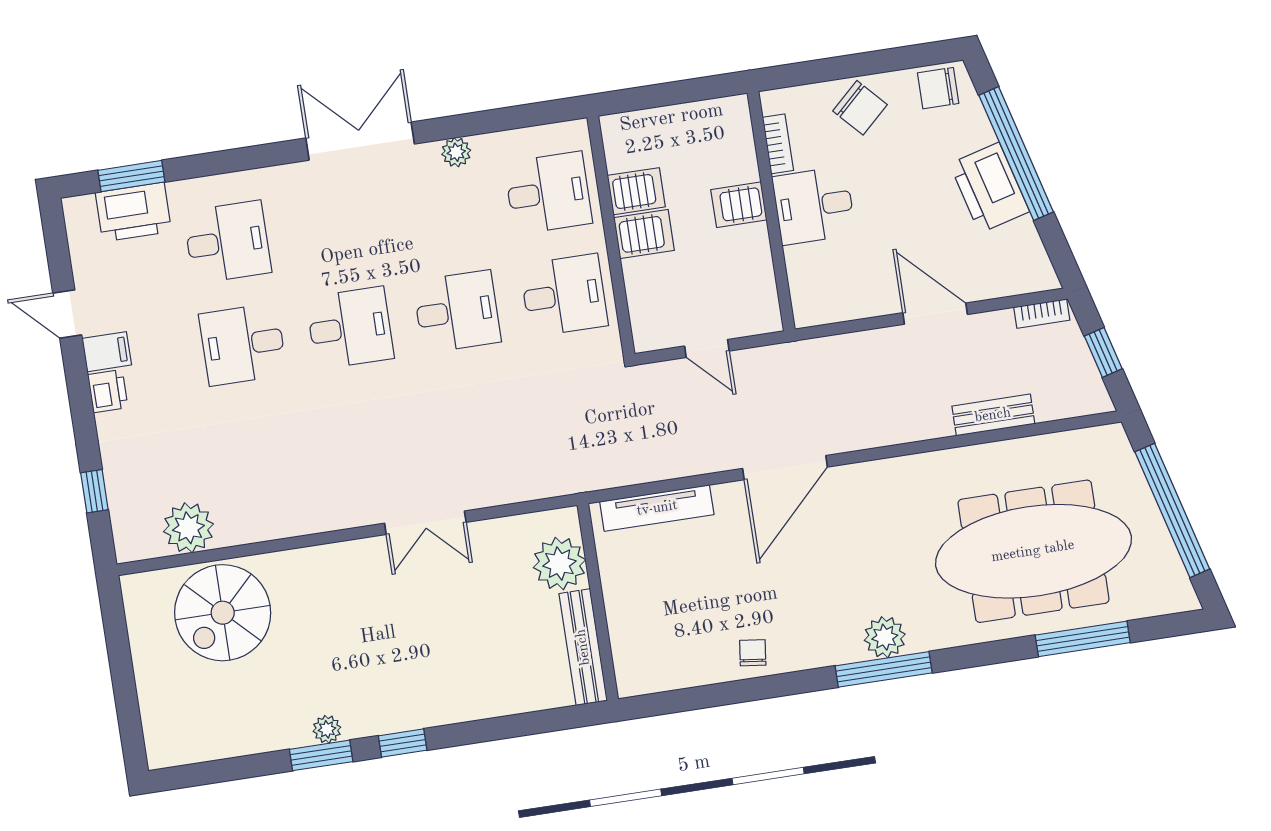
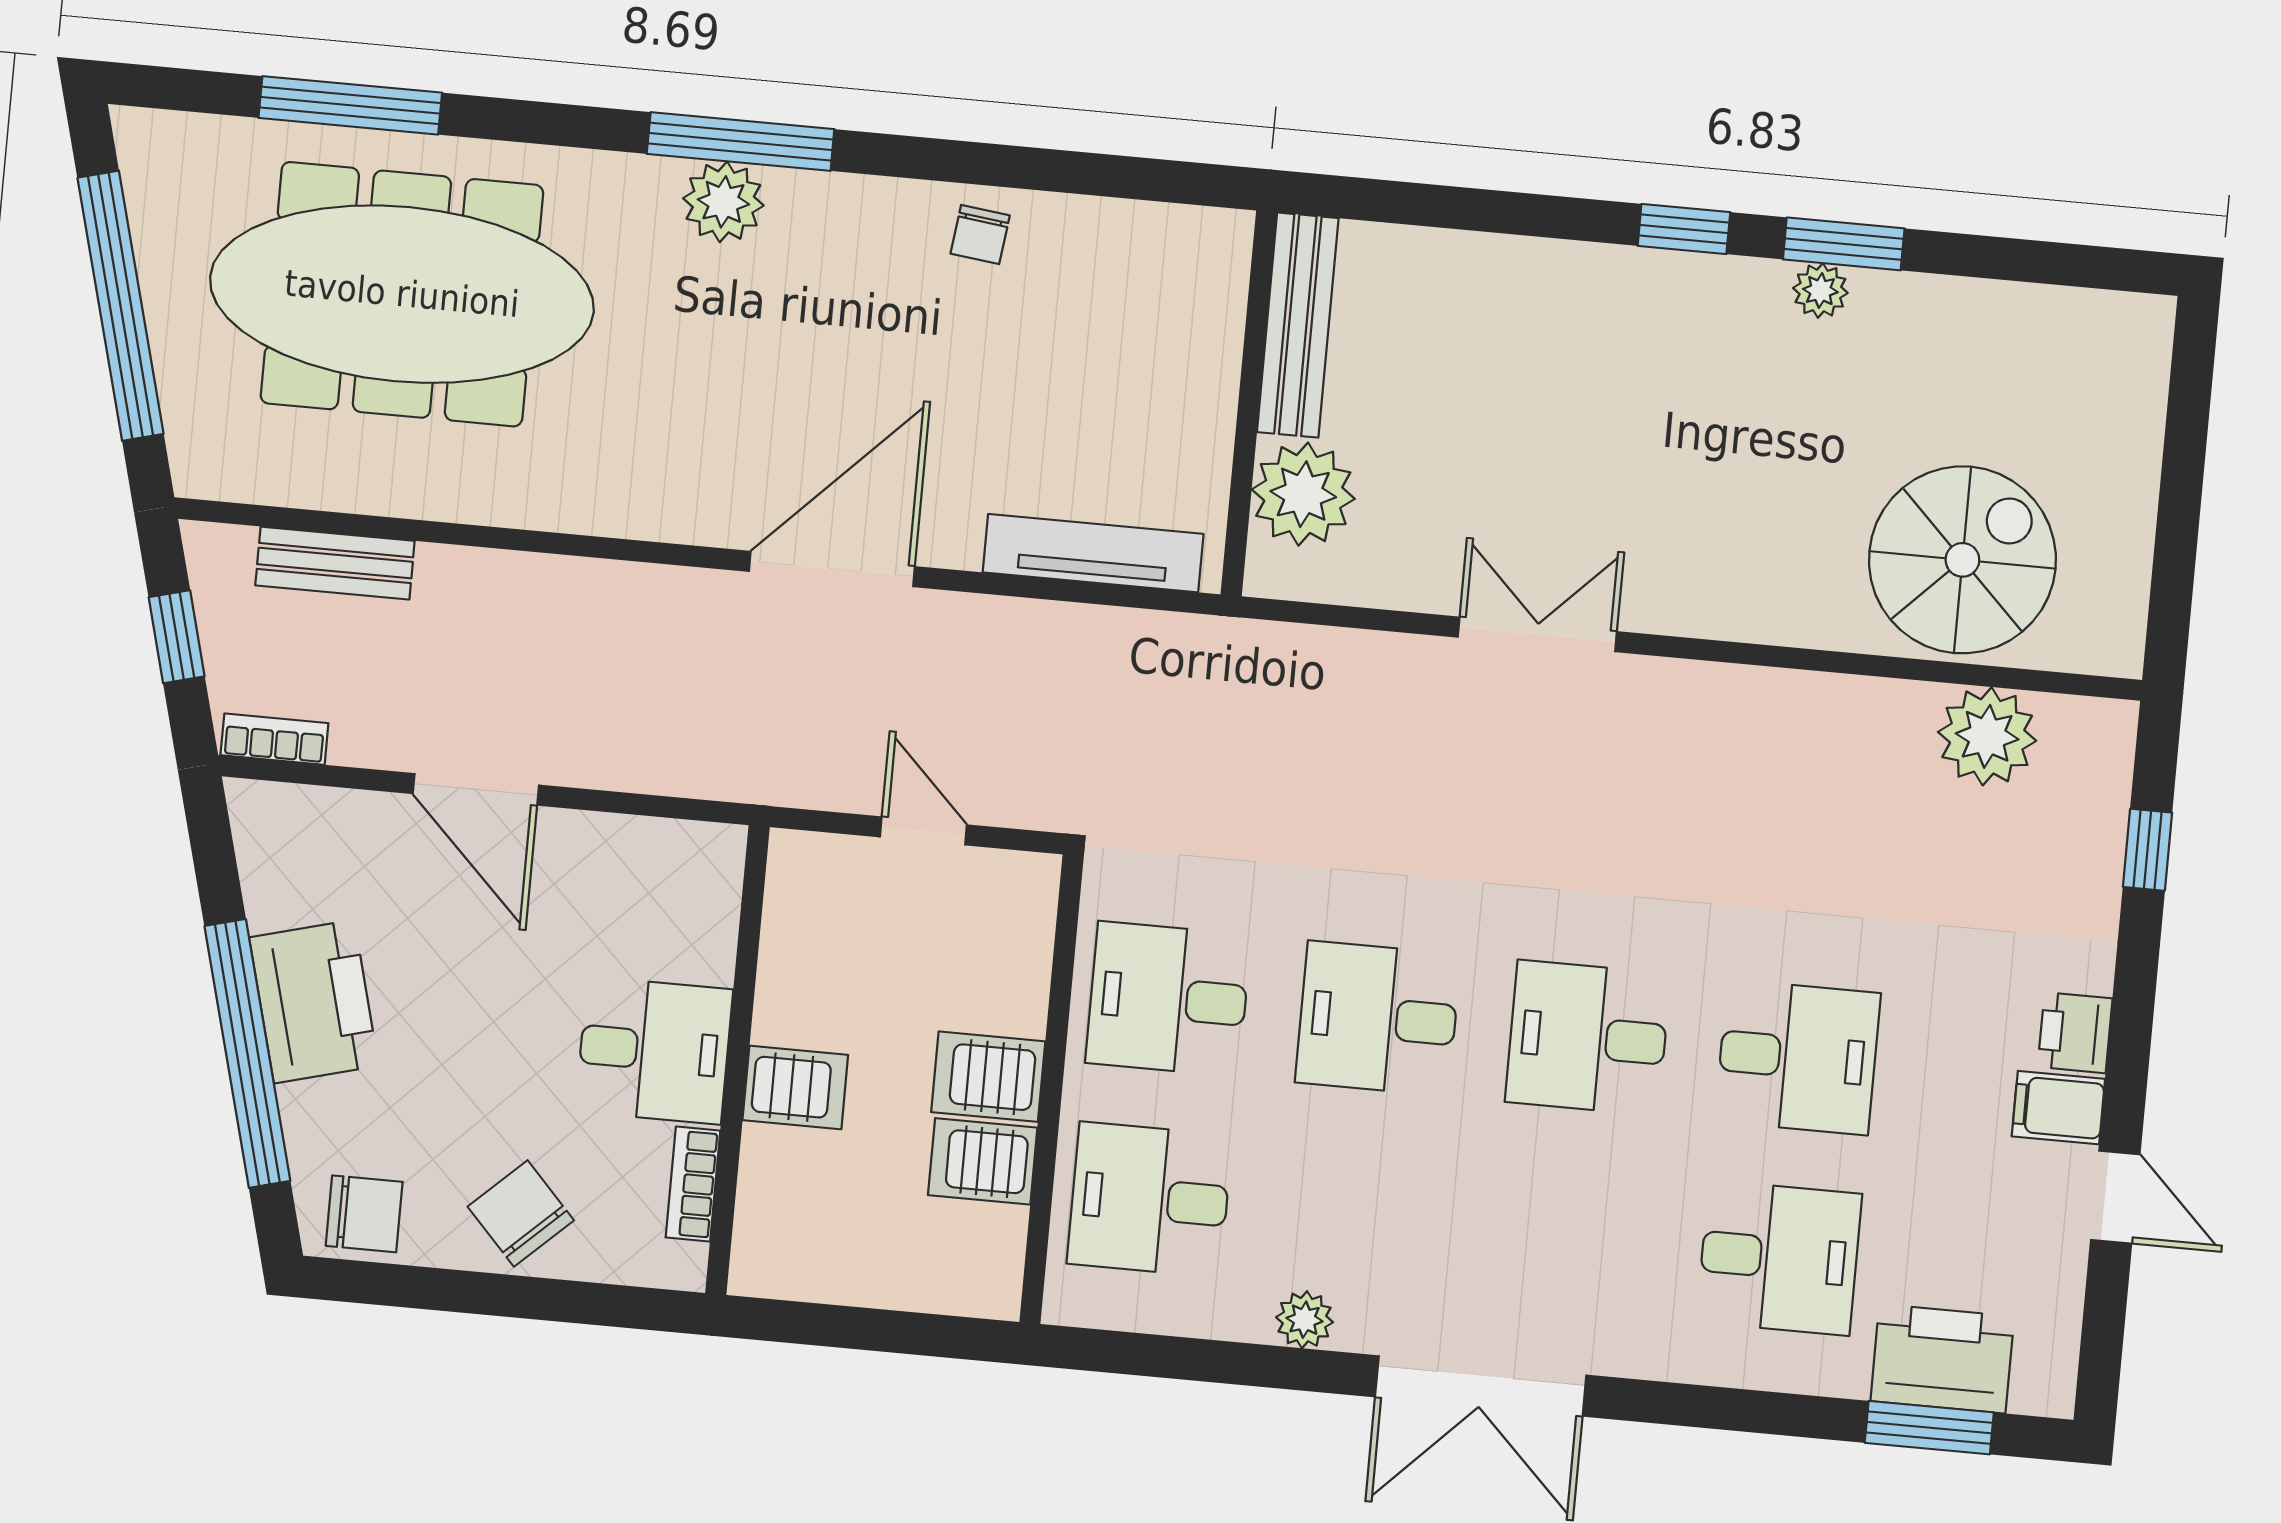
desk: (227, 242) -> (1779, 1258), turned 180
bench: (993, 415) -> (335, 563), moved

